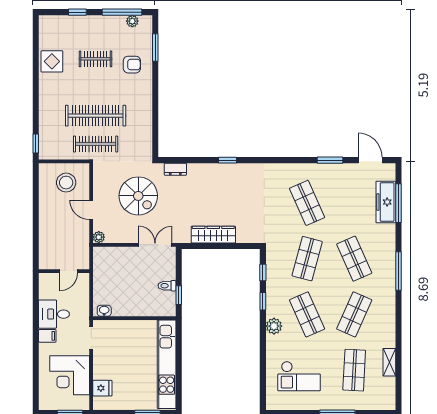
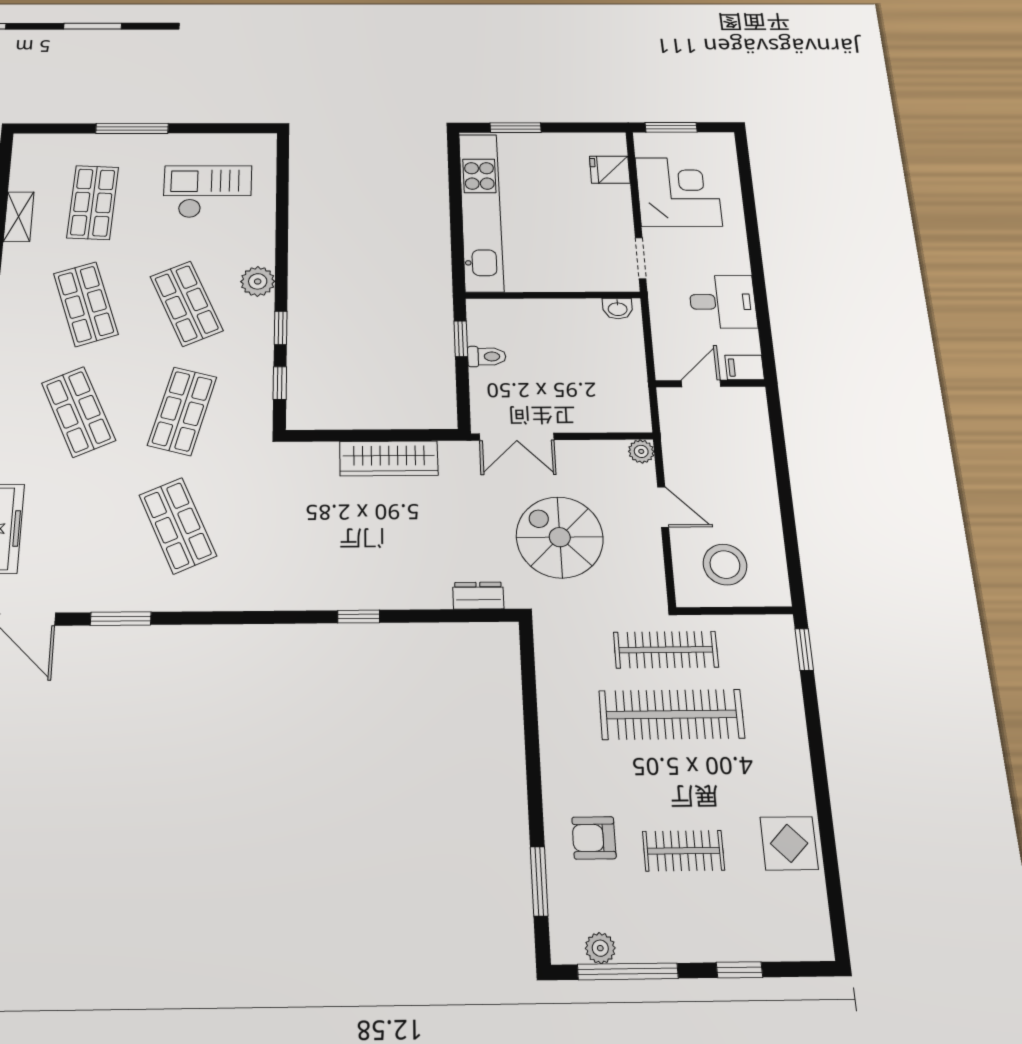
shop shelf: (354, 314) -> (86, 304), turned -42
filing cabinet: (47, 336) -> (745, 367), moved

